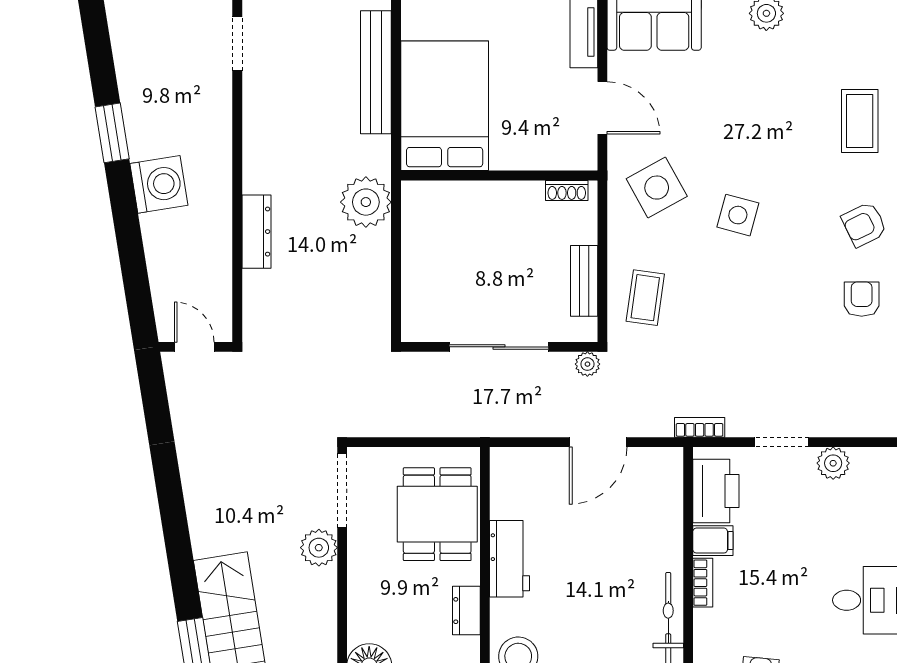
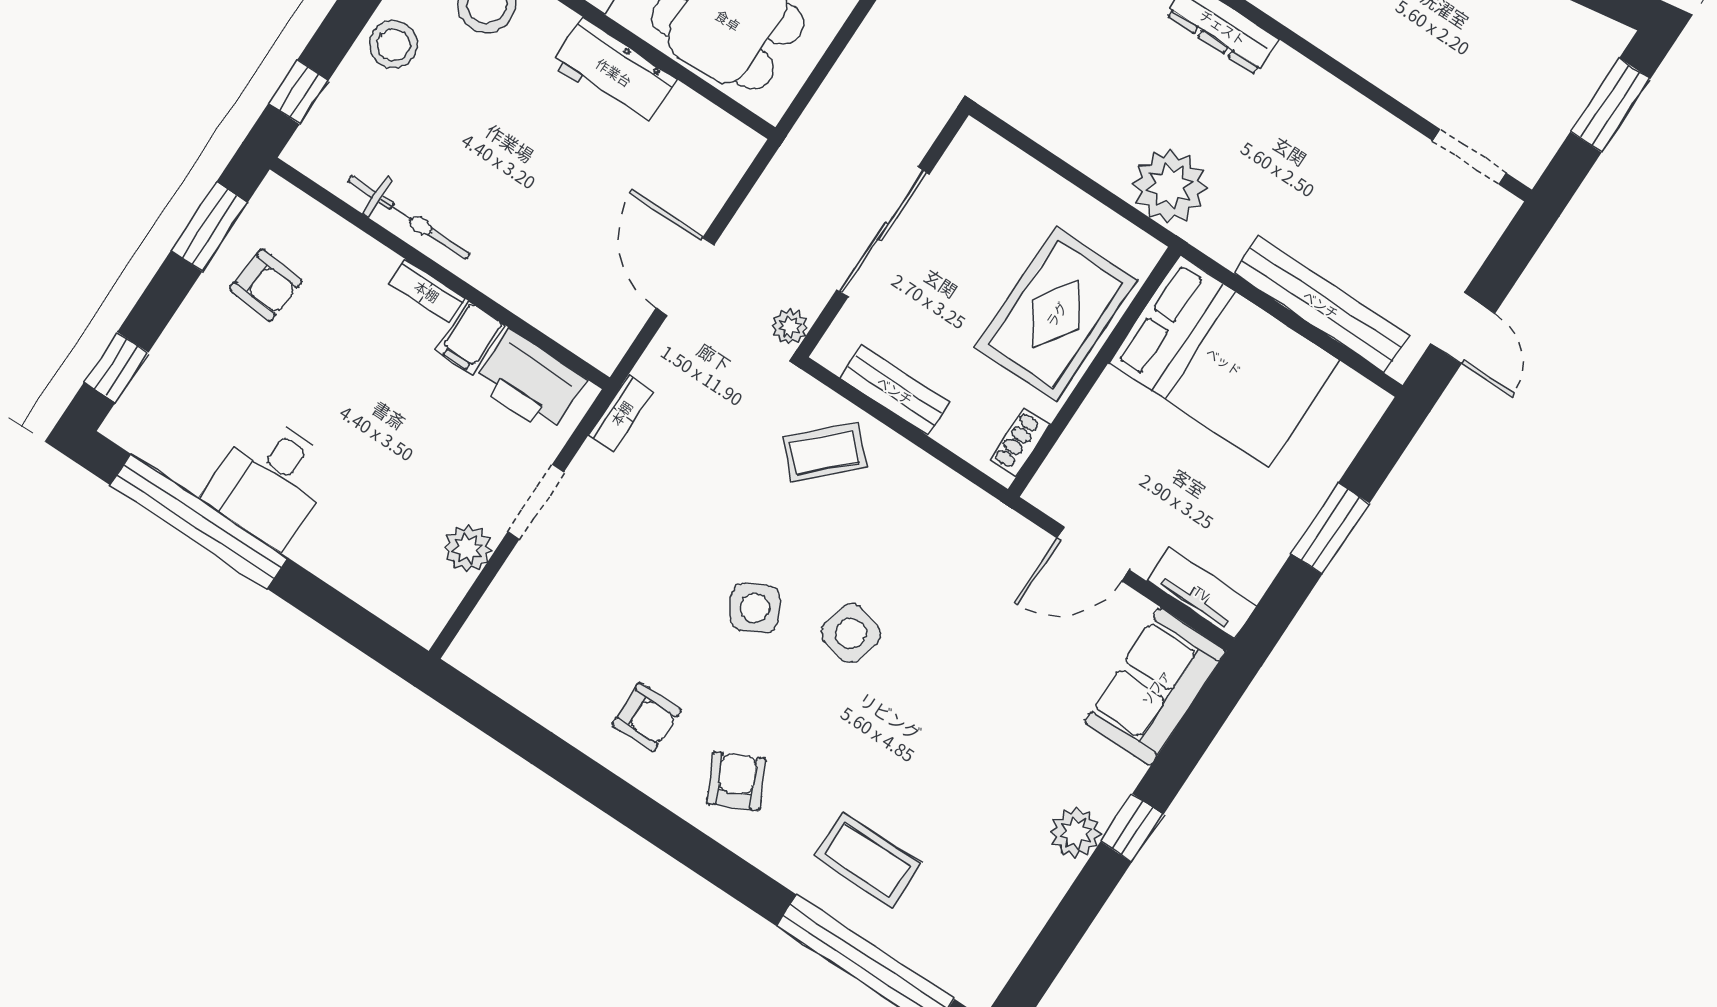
side table: (657, 188) -> (755, 608), moved, width x0.73, depth x0.73
rug: (481, 219) -> (1056, 314), added
coffee table: (645, 298) -> (825, 452), turned -53

